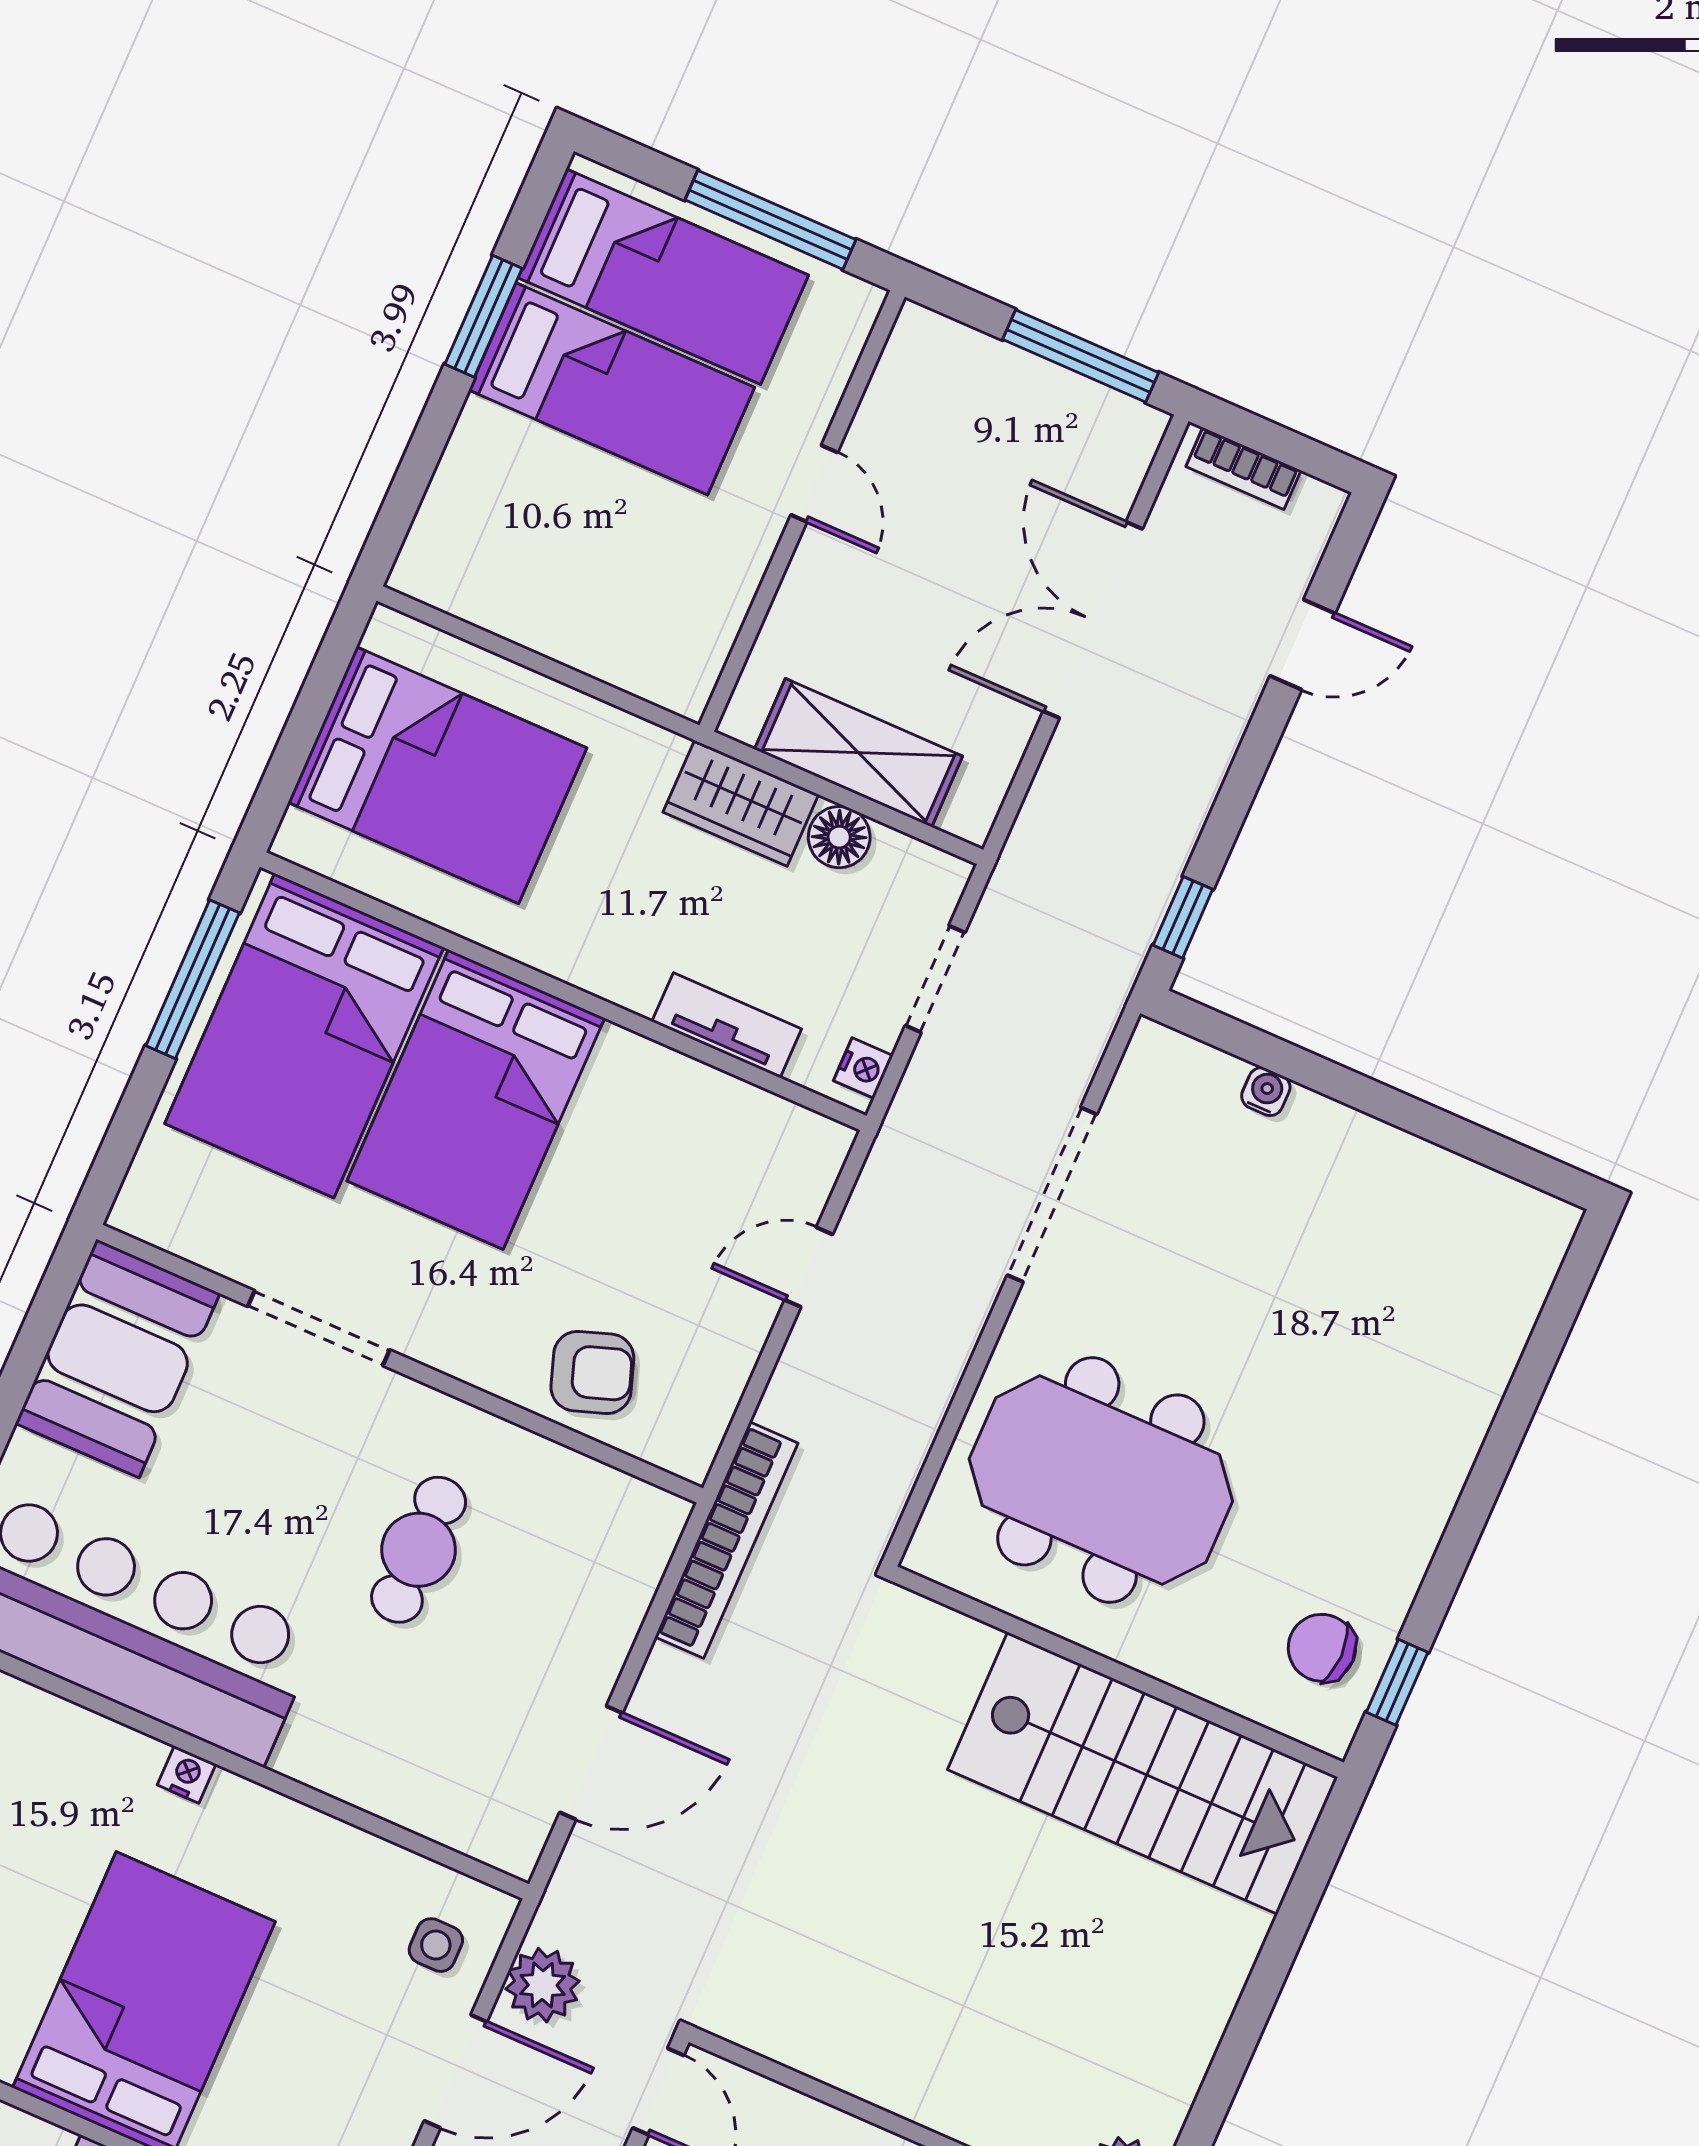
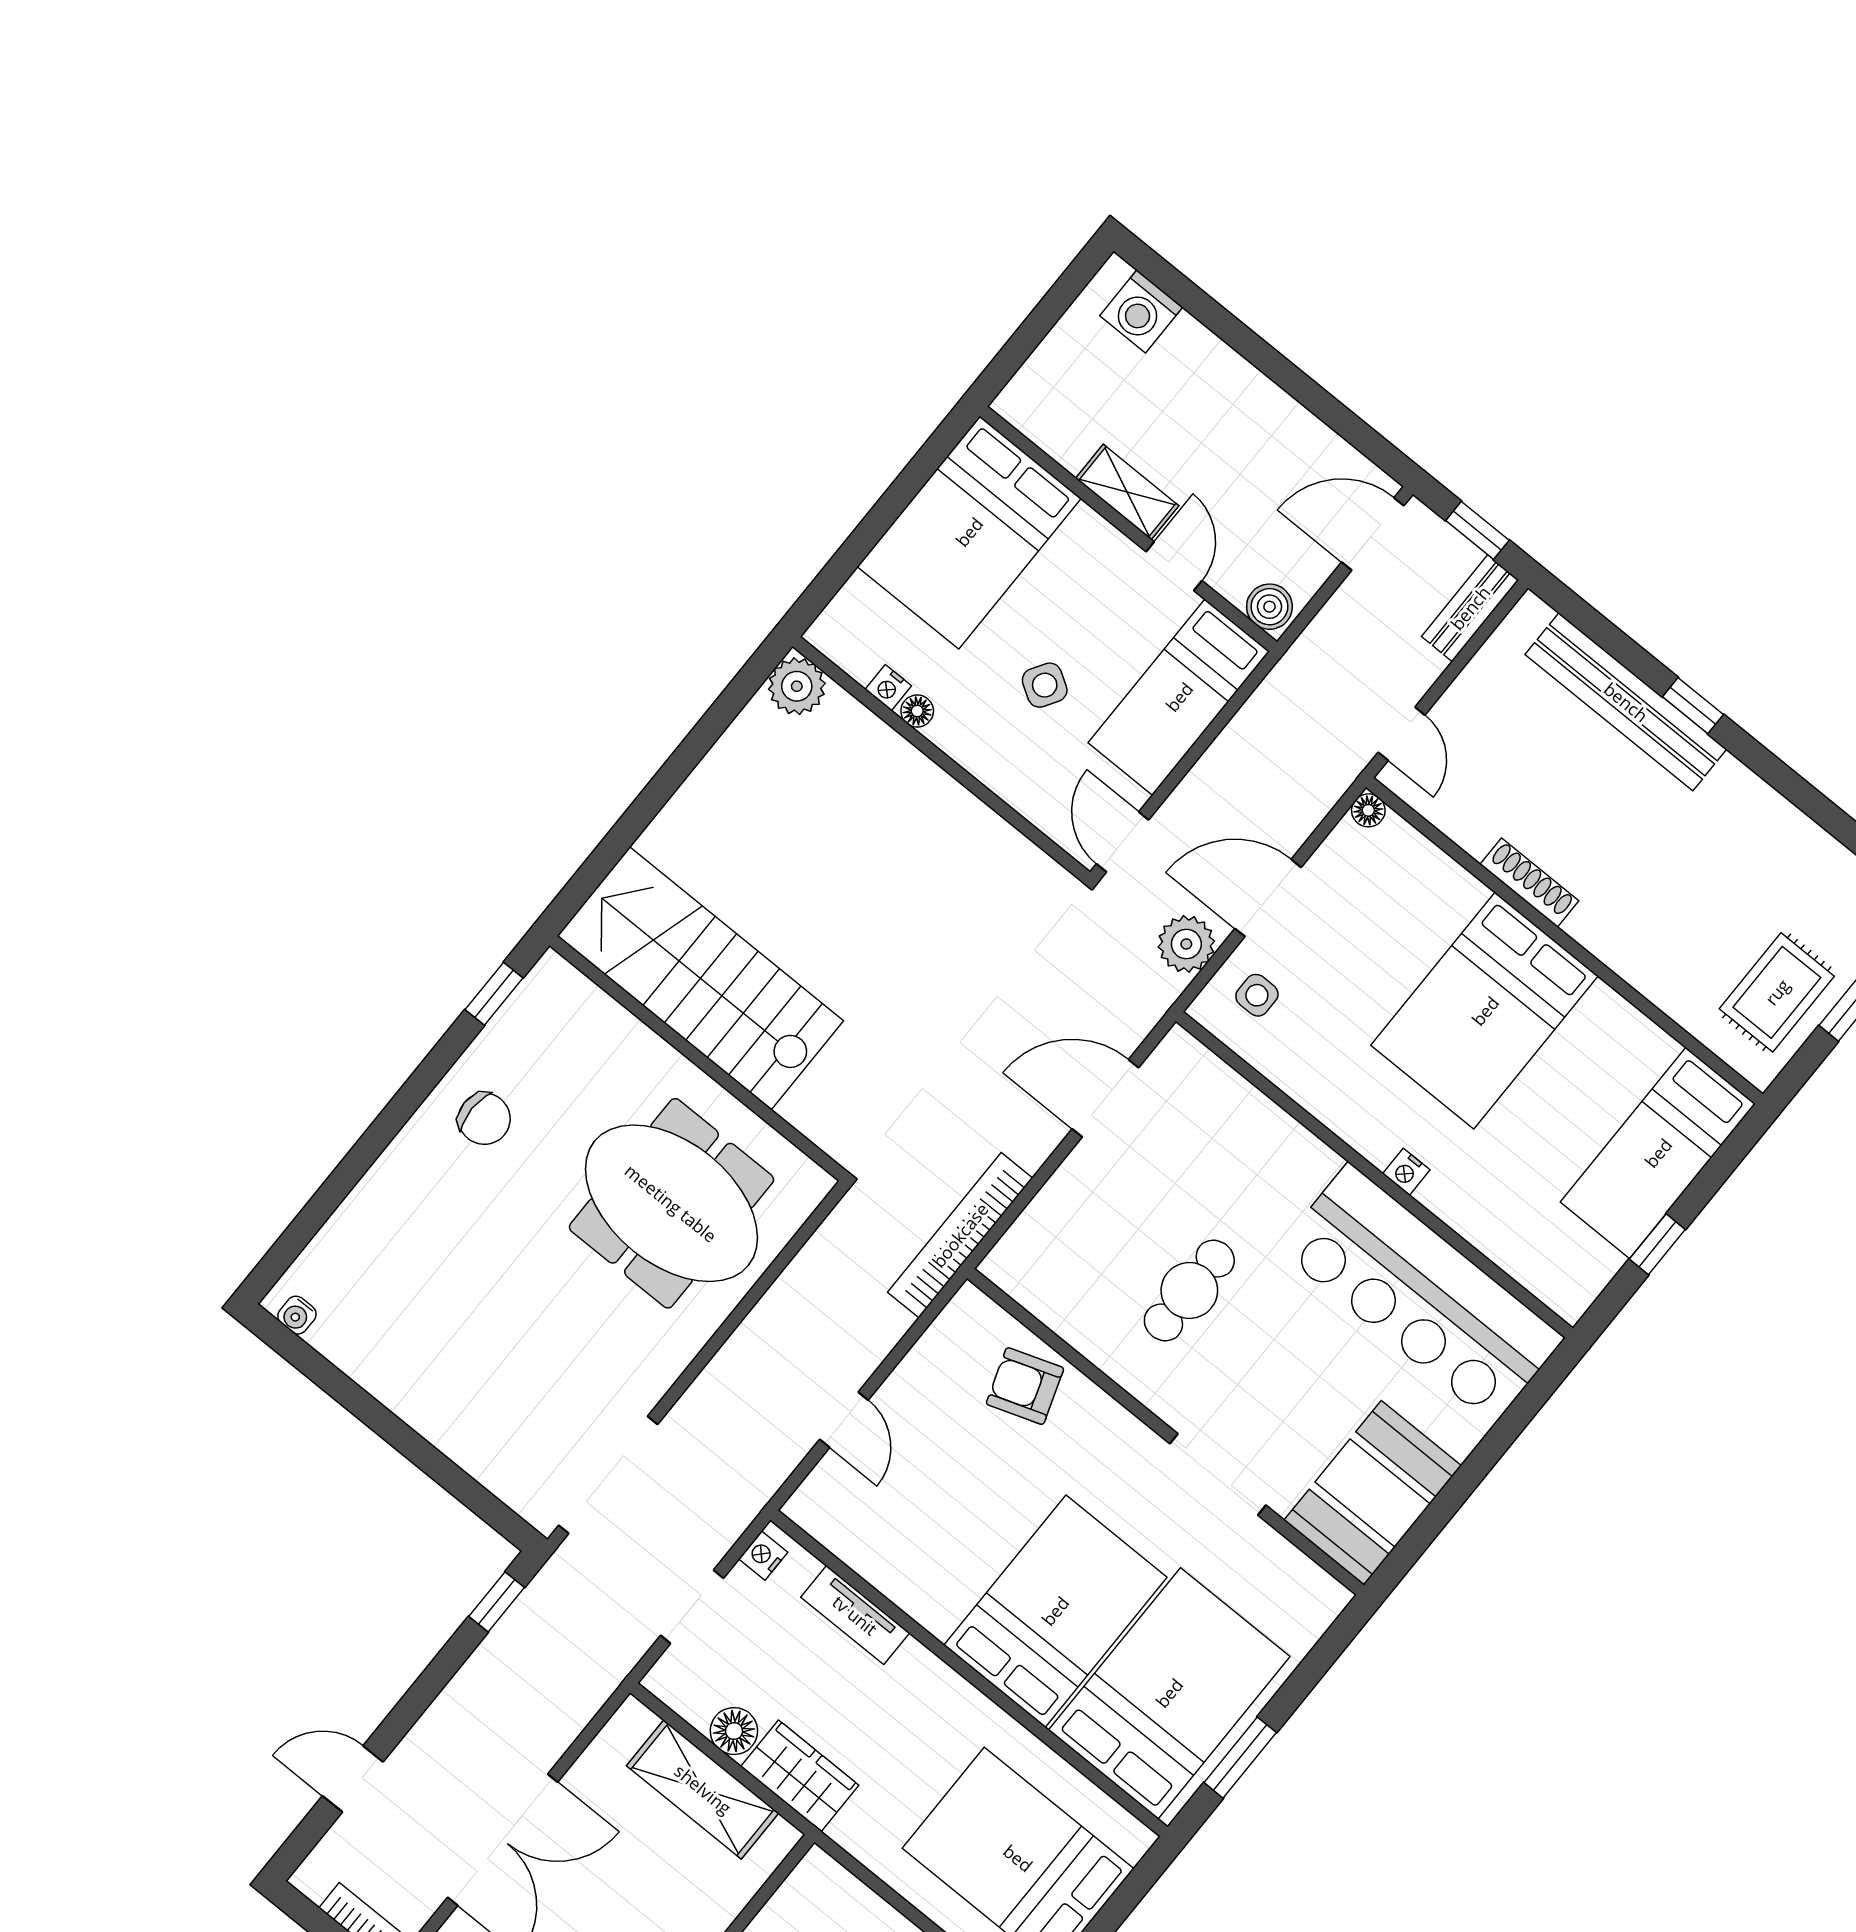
window: (193, 979) -> (1240, 1758), width x0.69
water cooler: (1266, 1092) -> (297, 1315), moved
doorway: (1052, 1195) -> (608, 1475), moved
door: (809, 1267) -> (844, 1420), hinge flipped
chair: (1322, 1648) -> (484, 1119), moved

